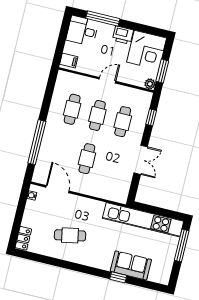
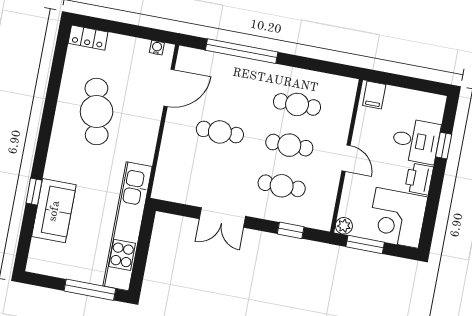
window: (103, 19) -> (444, 146), width x0.46
desk: (82, 31) -> (416, 141), moved, turned 90
cafe table: (70, 235) -> (97, 112), width x1.37, depth x1.35

